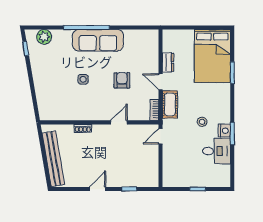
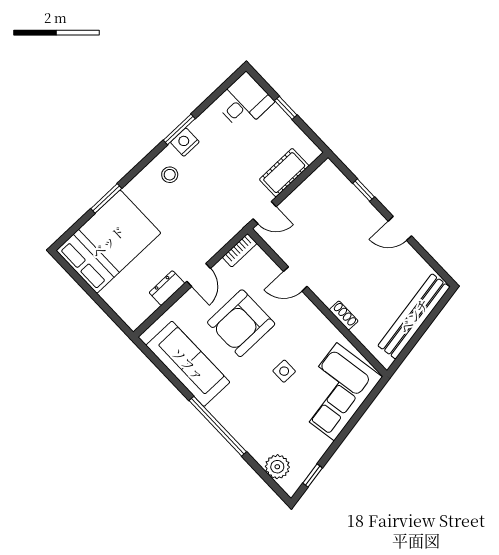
sofa: (98, 40) -> (188, 364), moved
armchair: (122, 80) -> (241, 323), width x1.88, depth x1.88
corner sofa: (53, 93) -> (336, 392), added
cot: (170, 104) -> (284, 173), moved
stool: (202, 122) -> (170, 175), moved
desk: (217, 151) -> (244, 102), moved, turned 90

